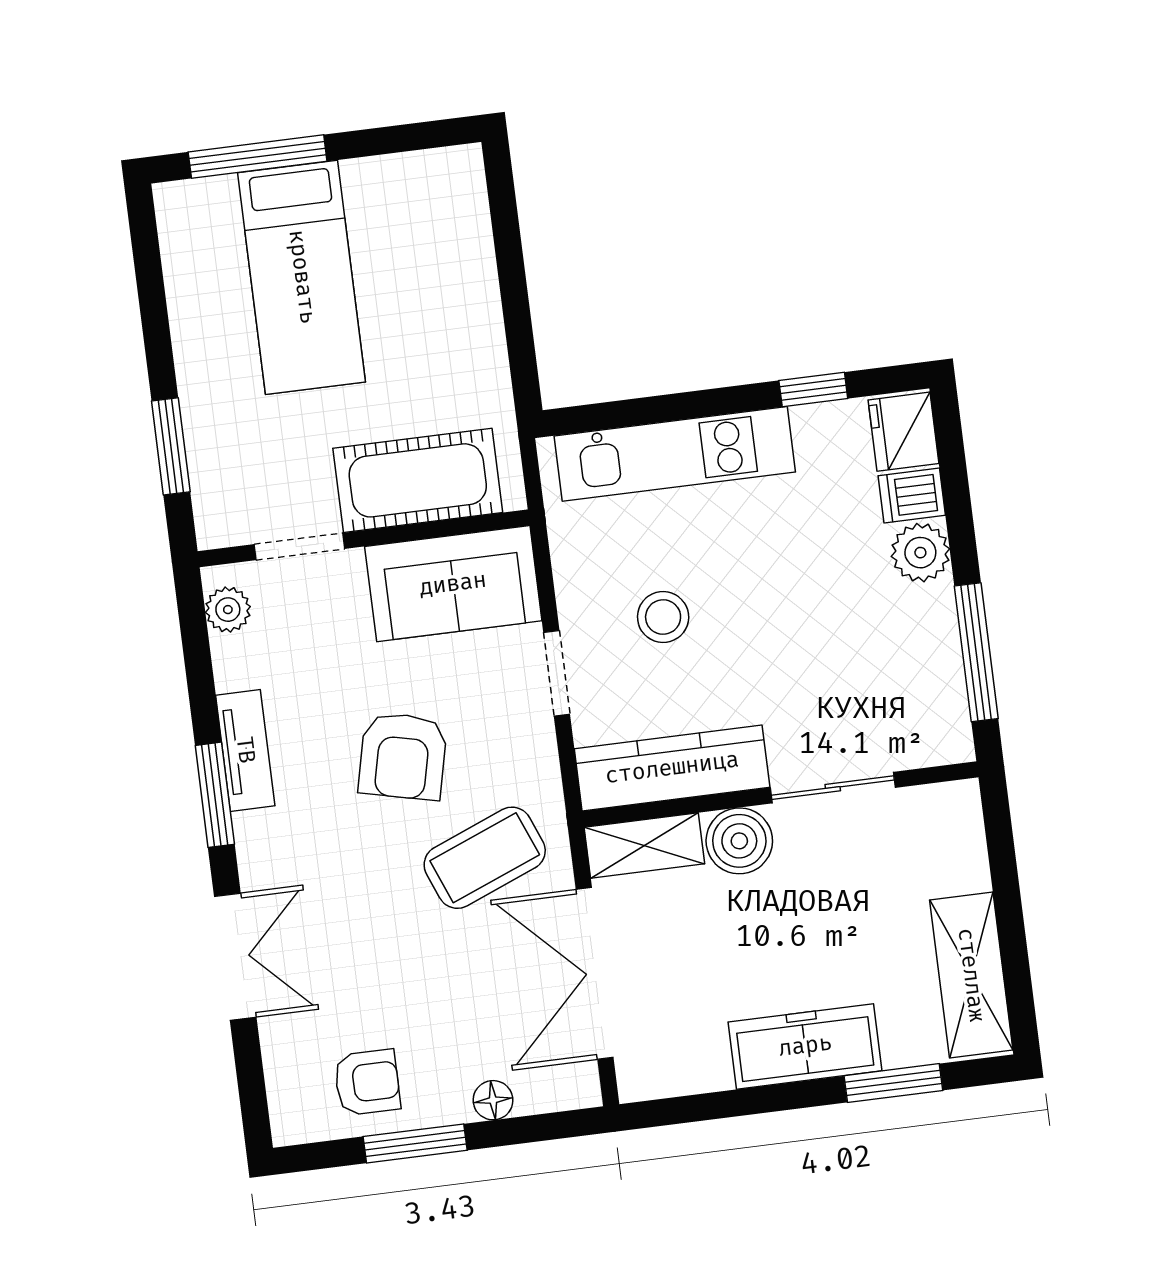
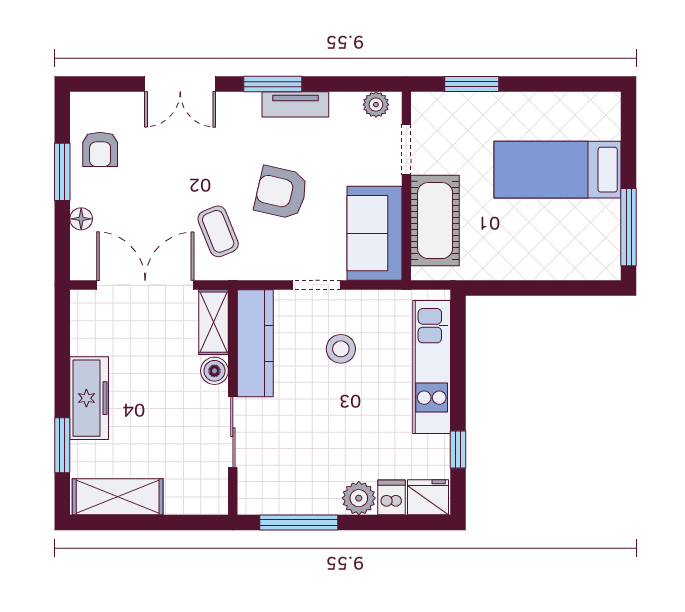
window: (258, 157) -> (629, 227), moved
boiler: (739, 841) -> (214, 371), width x0.73, depth x0.73
coffee table: (485, 858) -> (218, 231), width x0.73, depth x0.77

